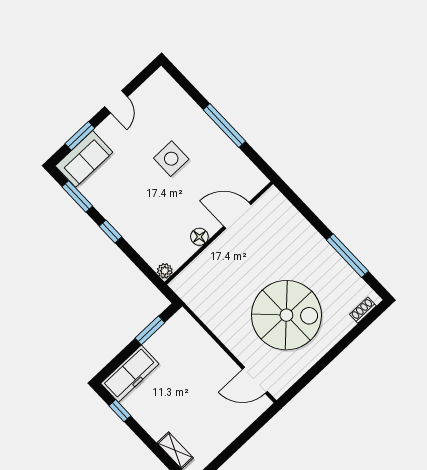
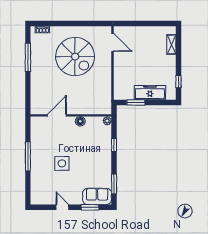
door: (116, 102) -> (62, 207), hinge flipped
door: (237, 215) -> (57, 115), swing flipped
window: (110, 232) -> (114, 145), moved
spiral stairs: (286, 315) -> (75, 57), turned 180
freezer: (130, 374) -> (150, 93), moved

